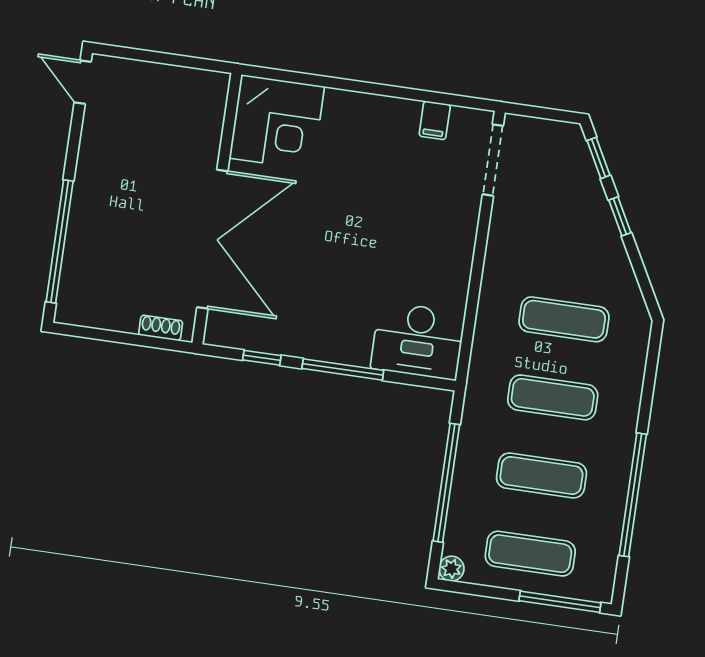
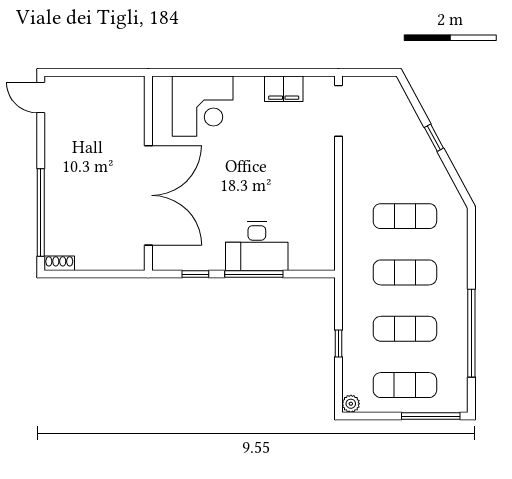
filing cabinet: (435, 120) -> (284, 89), width x2.00
corner desk: (277, 122) -> (203, 106), moved
window: (599, 158) -> (413, 99), removed
shoe rack: (161, 328) -> (59, 263), moved
desk: (418, 341) -> (257, 246), moved
window: (446, 483) -> (338, 344), width x0.32

